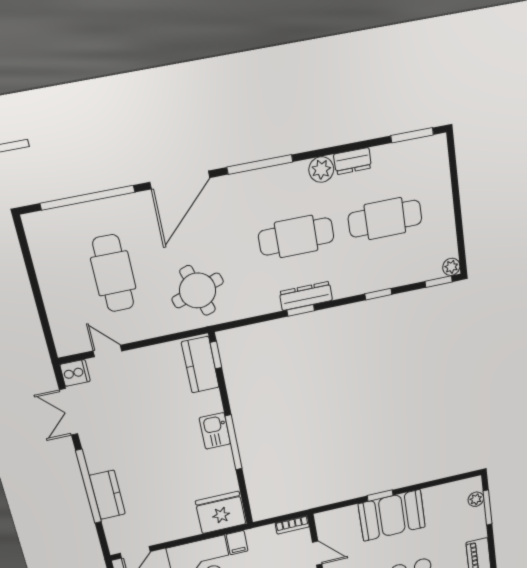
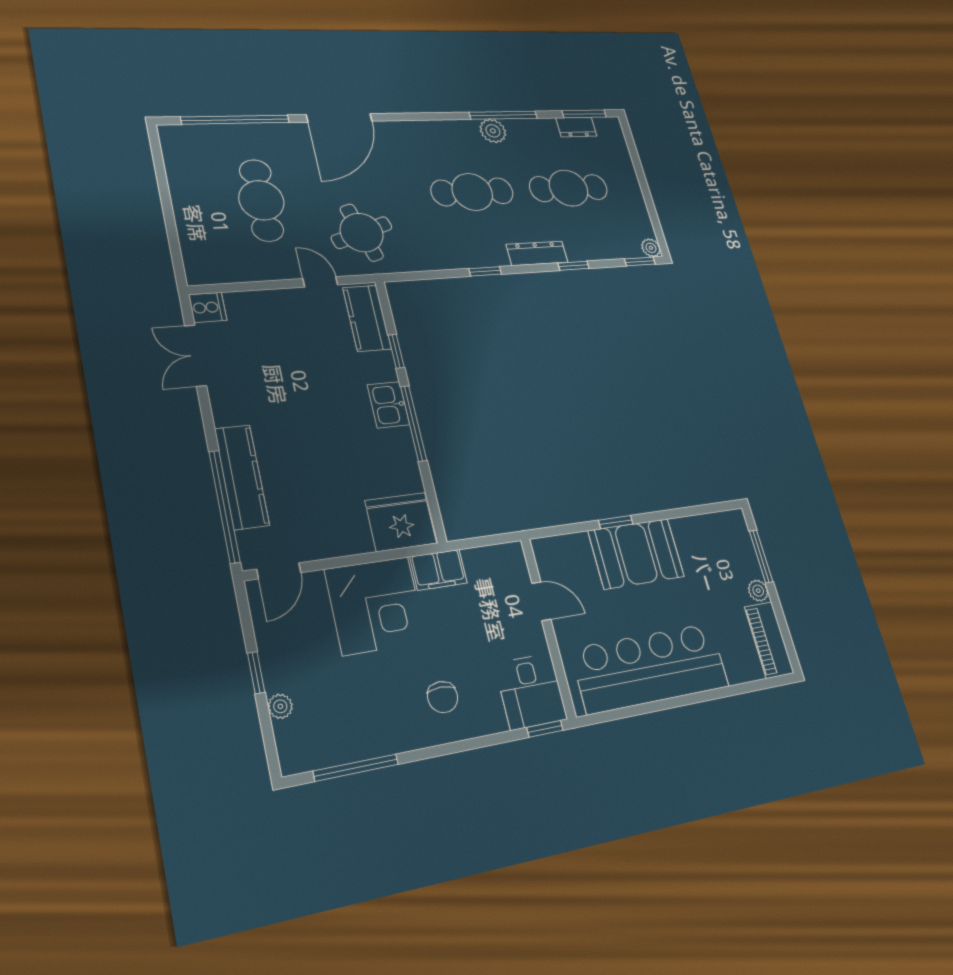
dresser: (353, 161) -> (576, 127), moved
window: (260, 165) -> (503, 115), moved
dresser: (306, 296) -> (537, 253), moved
door: (107, 351) -> (320, 282), moved
window: (216, 355) -> (396, 351), moved
window: (89, 487) -> (224, 506), moved
kitchen counter: (107, 495) -> (242, 477), width x1.50
plant: (476, 499) -> (758, 591), moved
bookcase: (292, 525) -> (502, 553), removed
filing cabinet: (237, 543) -> (439, 570), width x2.00

